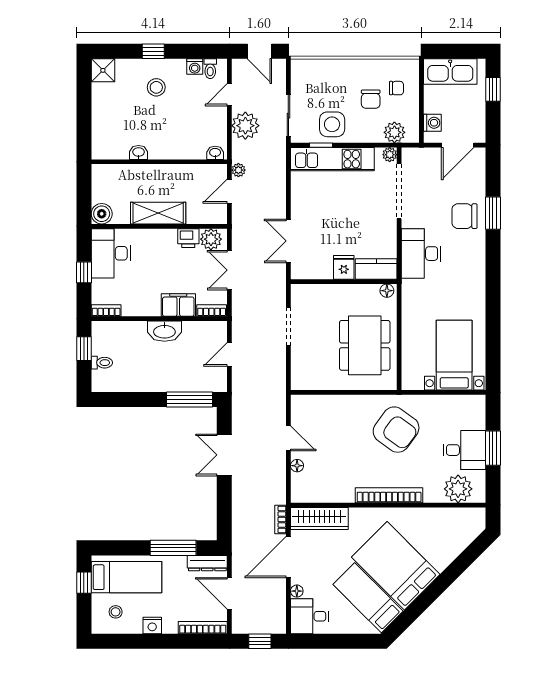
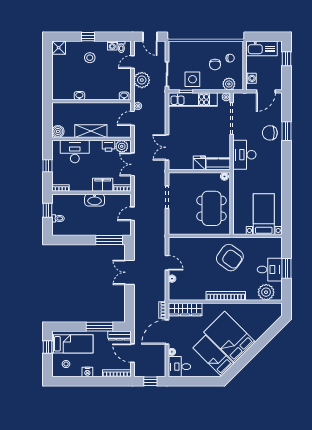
desk: (111, 253) -> (75, 151), moved, turned 90

